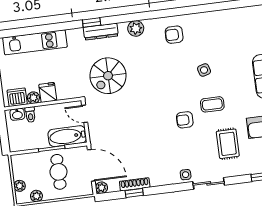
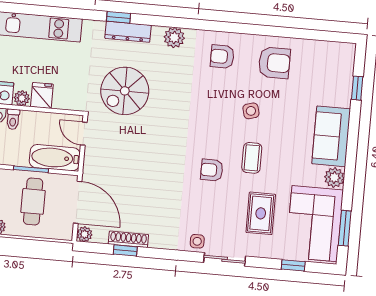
armchair: (214, 31) -> (274, 63), added
coffee table: (212, 104) -> (252, 158), turned 90

